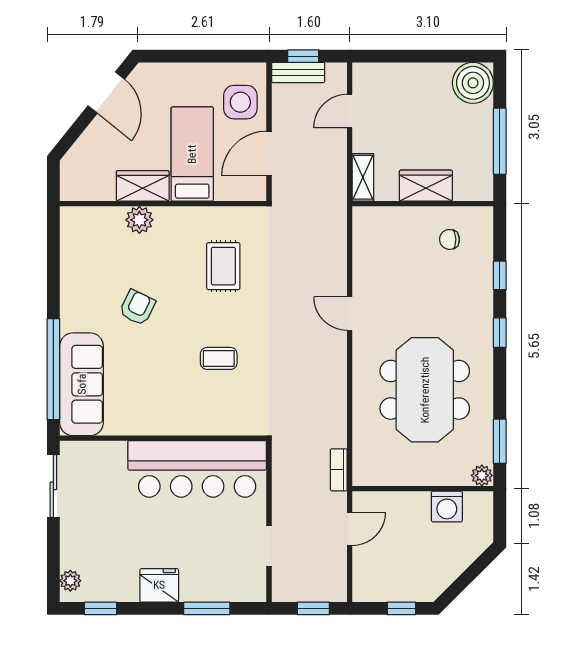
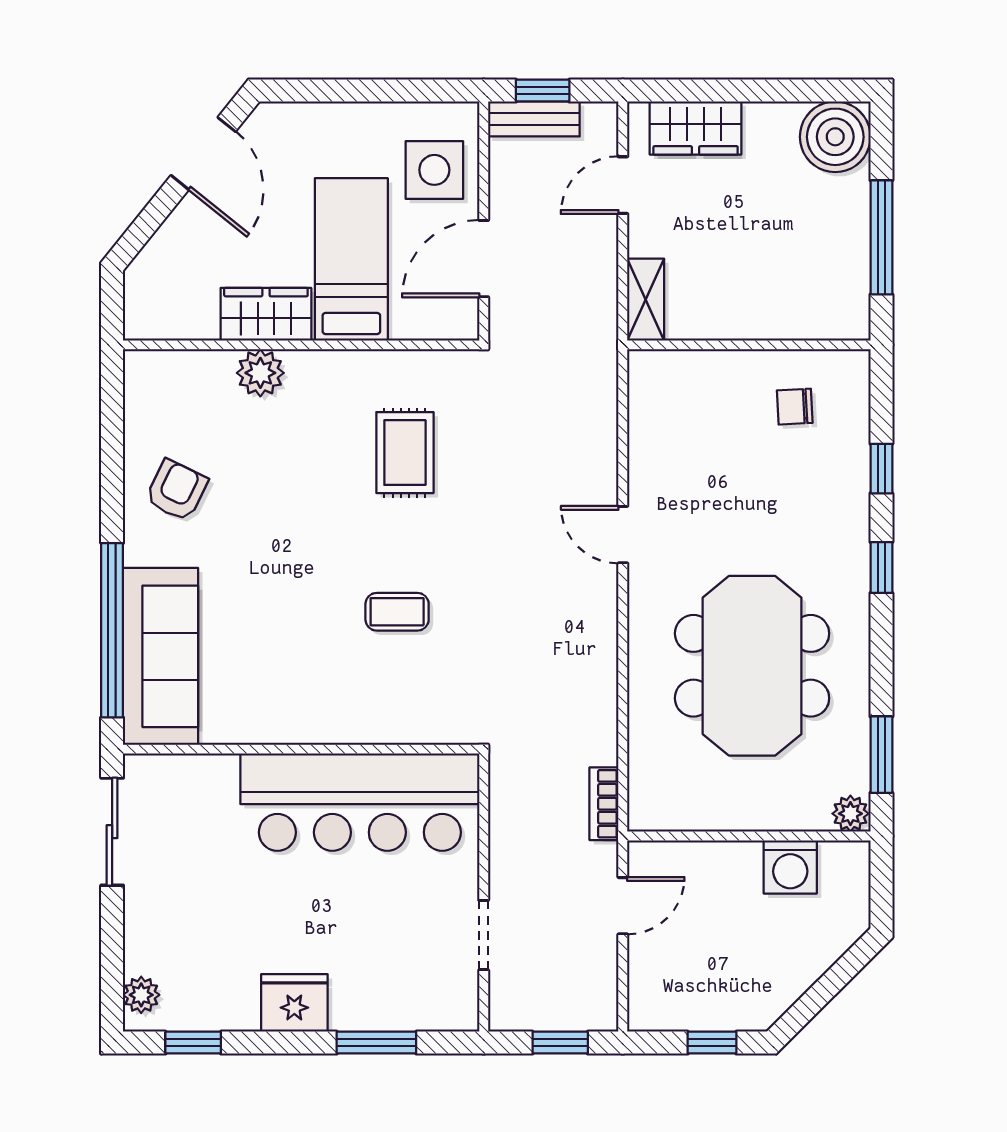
wardrobe: (426, 186) -> (696, 128), moved, turned 180
armchair: (137, 307) -> (177, 490), moved

